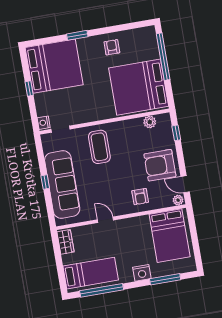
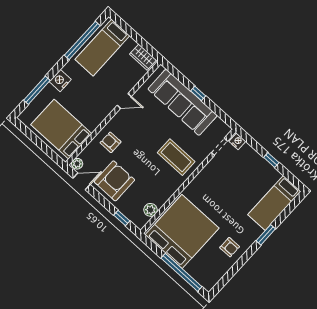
bed: (54, 66) -> (274, 203), width x0.49

